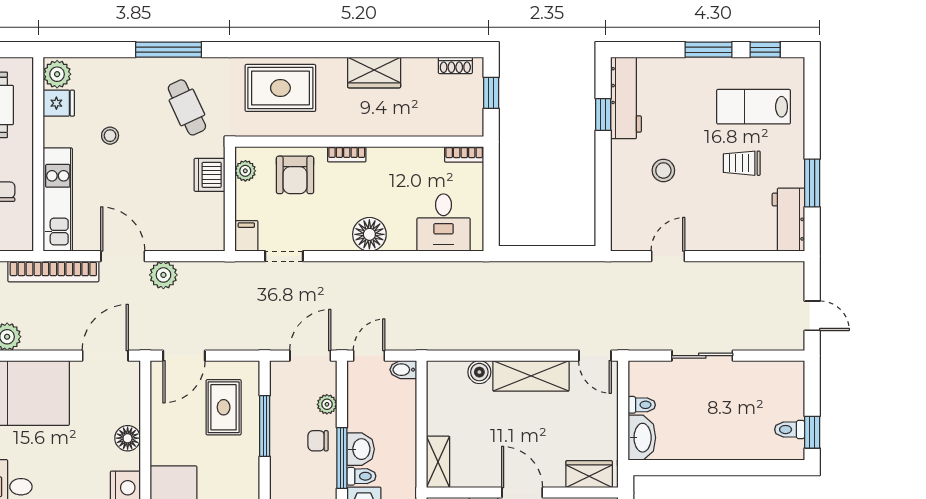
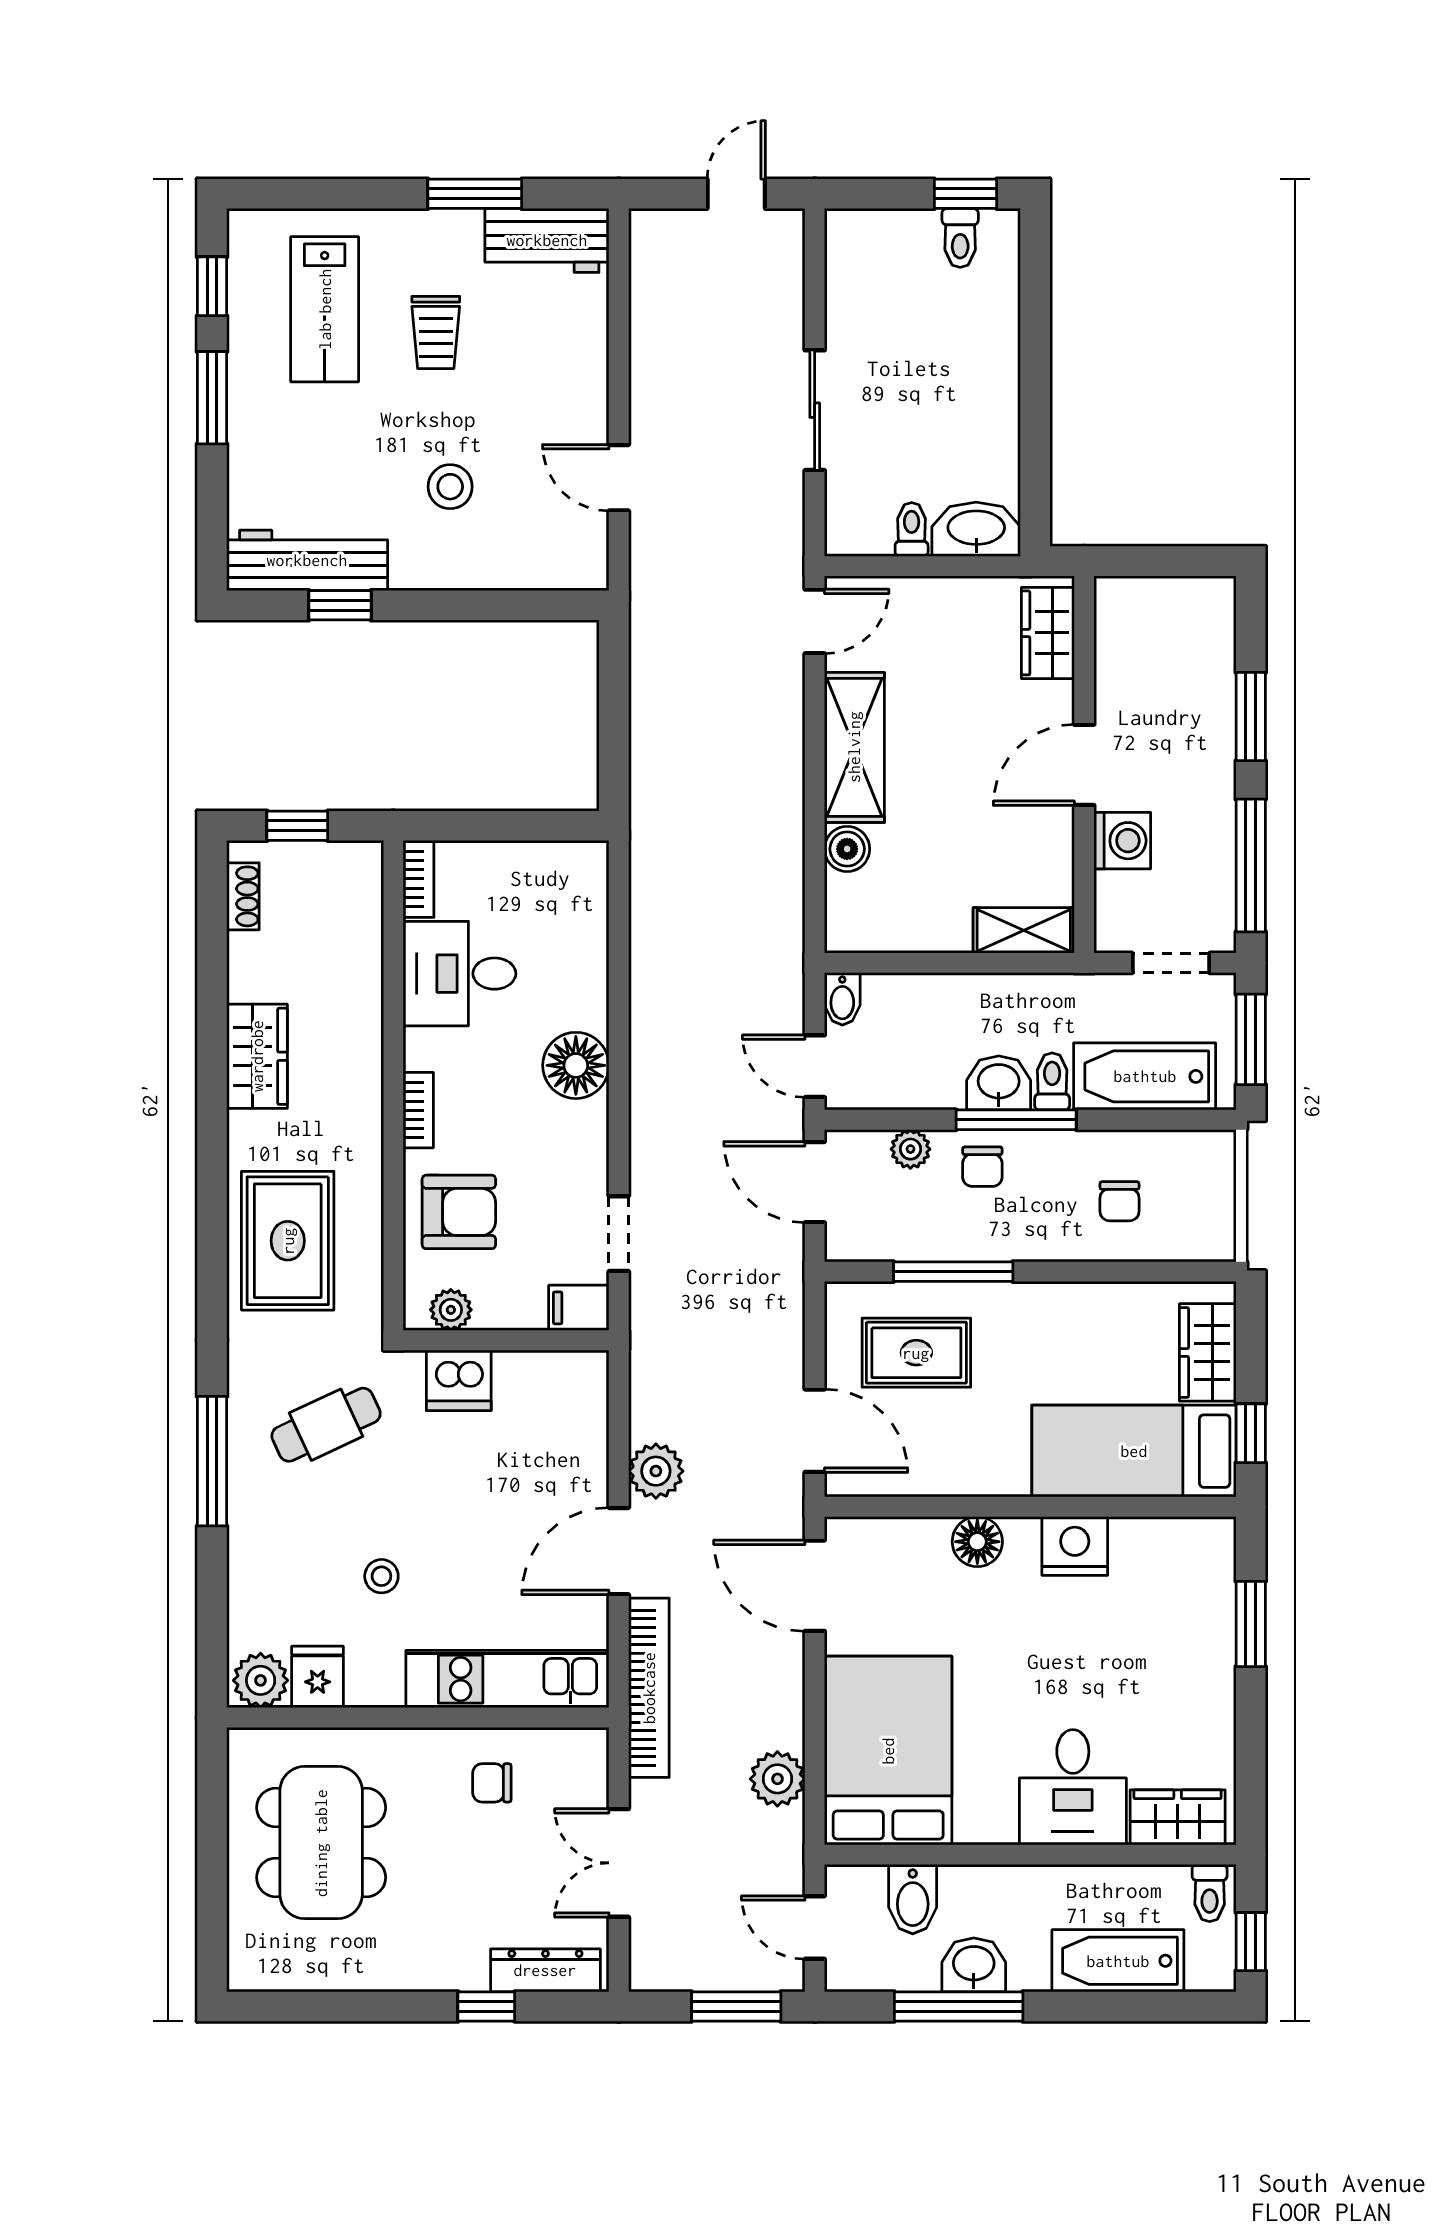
desk: (444, 223) -> (459, 974), moved, turned 180

